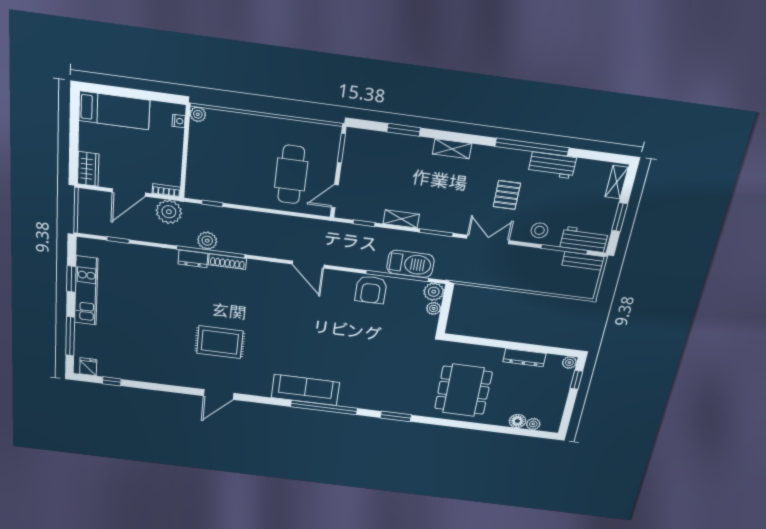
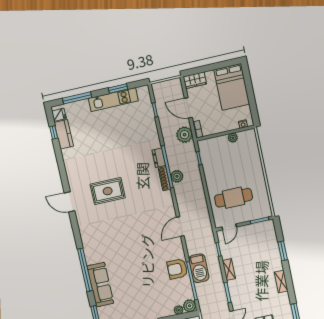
bed: (114, 111) -> (232, 87), width x1.50
plant: (198, 114) -> (233, 138), moved
door: (335, 196) -> (229, 227), swing flipped
plant: (207, 241) -> (177, 176), moved
barbecue: (410, 264) -> (199, 268), moved
rug: (220, 342) -> (108, 191), turned 90
kitchen counter: (118, 370) -> (64, 134), added
sofa: (305, 390) -> (100, 285), moved

